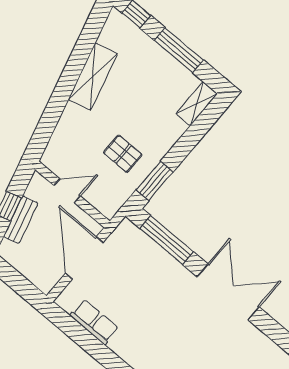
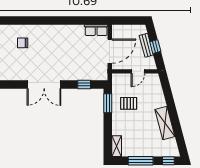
window: (167, 240) -> (84, 85), width x0.46
door: (84, 258) -> (110, 51), hinge flipped
row of seats: (94, 322) -> (96, 30), moved

